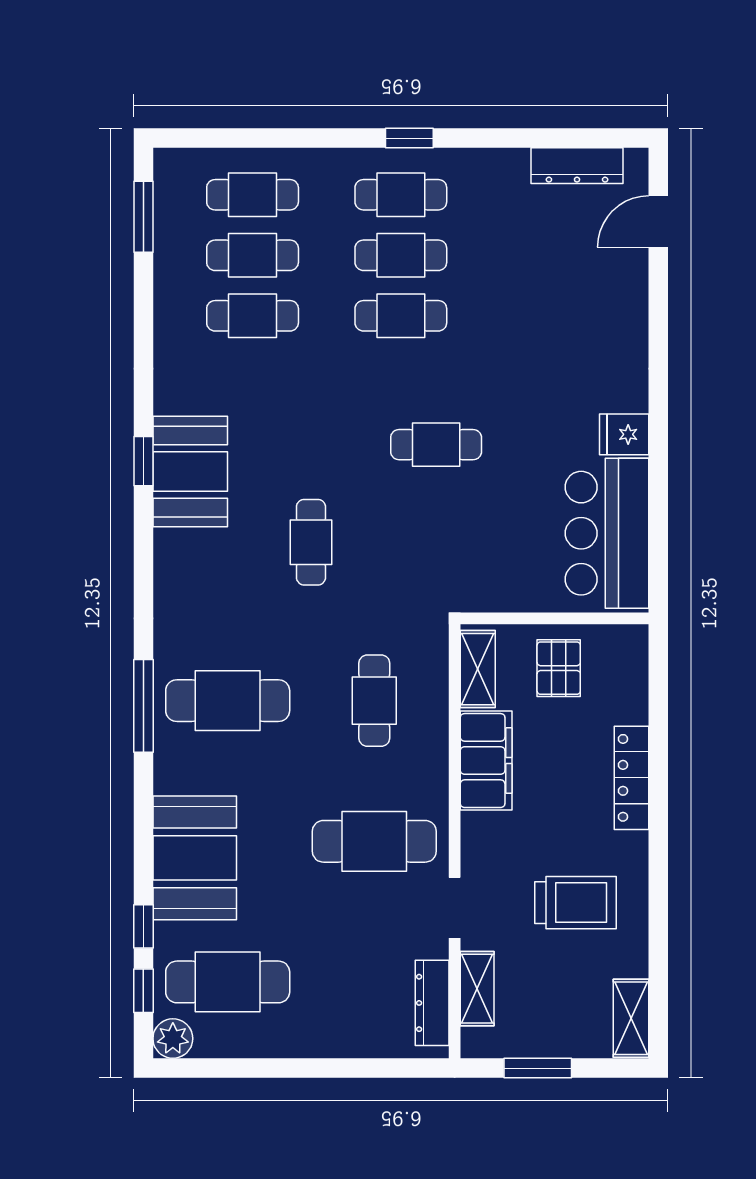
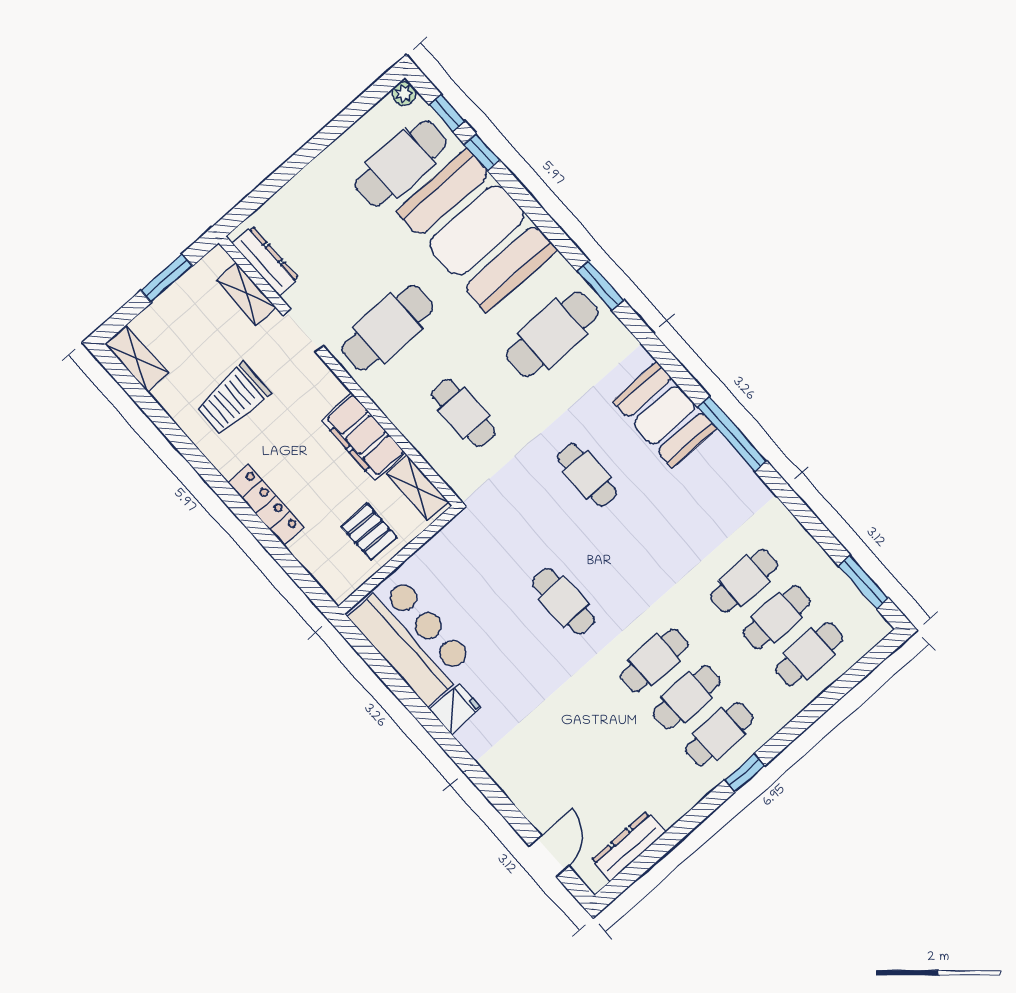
cafe table: (436, 445) -> (564, 601), turned 90
window: (143, 461) -> (732, 434), width x2.17
booth: (190, 472) -> (664, 415), moved
window: (143, 706) -> (600, 286), width x0.69
booth: (195, 858) -> (477, 231), width x1.36, depth x1.42
plant: (173, 1039) -> (404, 94), width x0.73, depth x0.73

